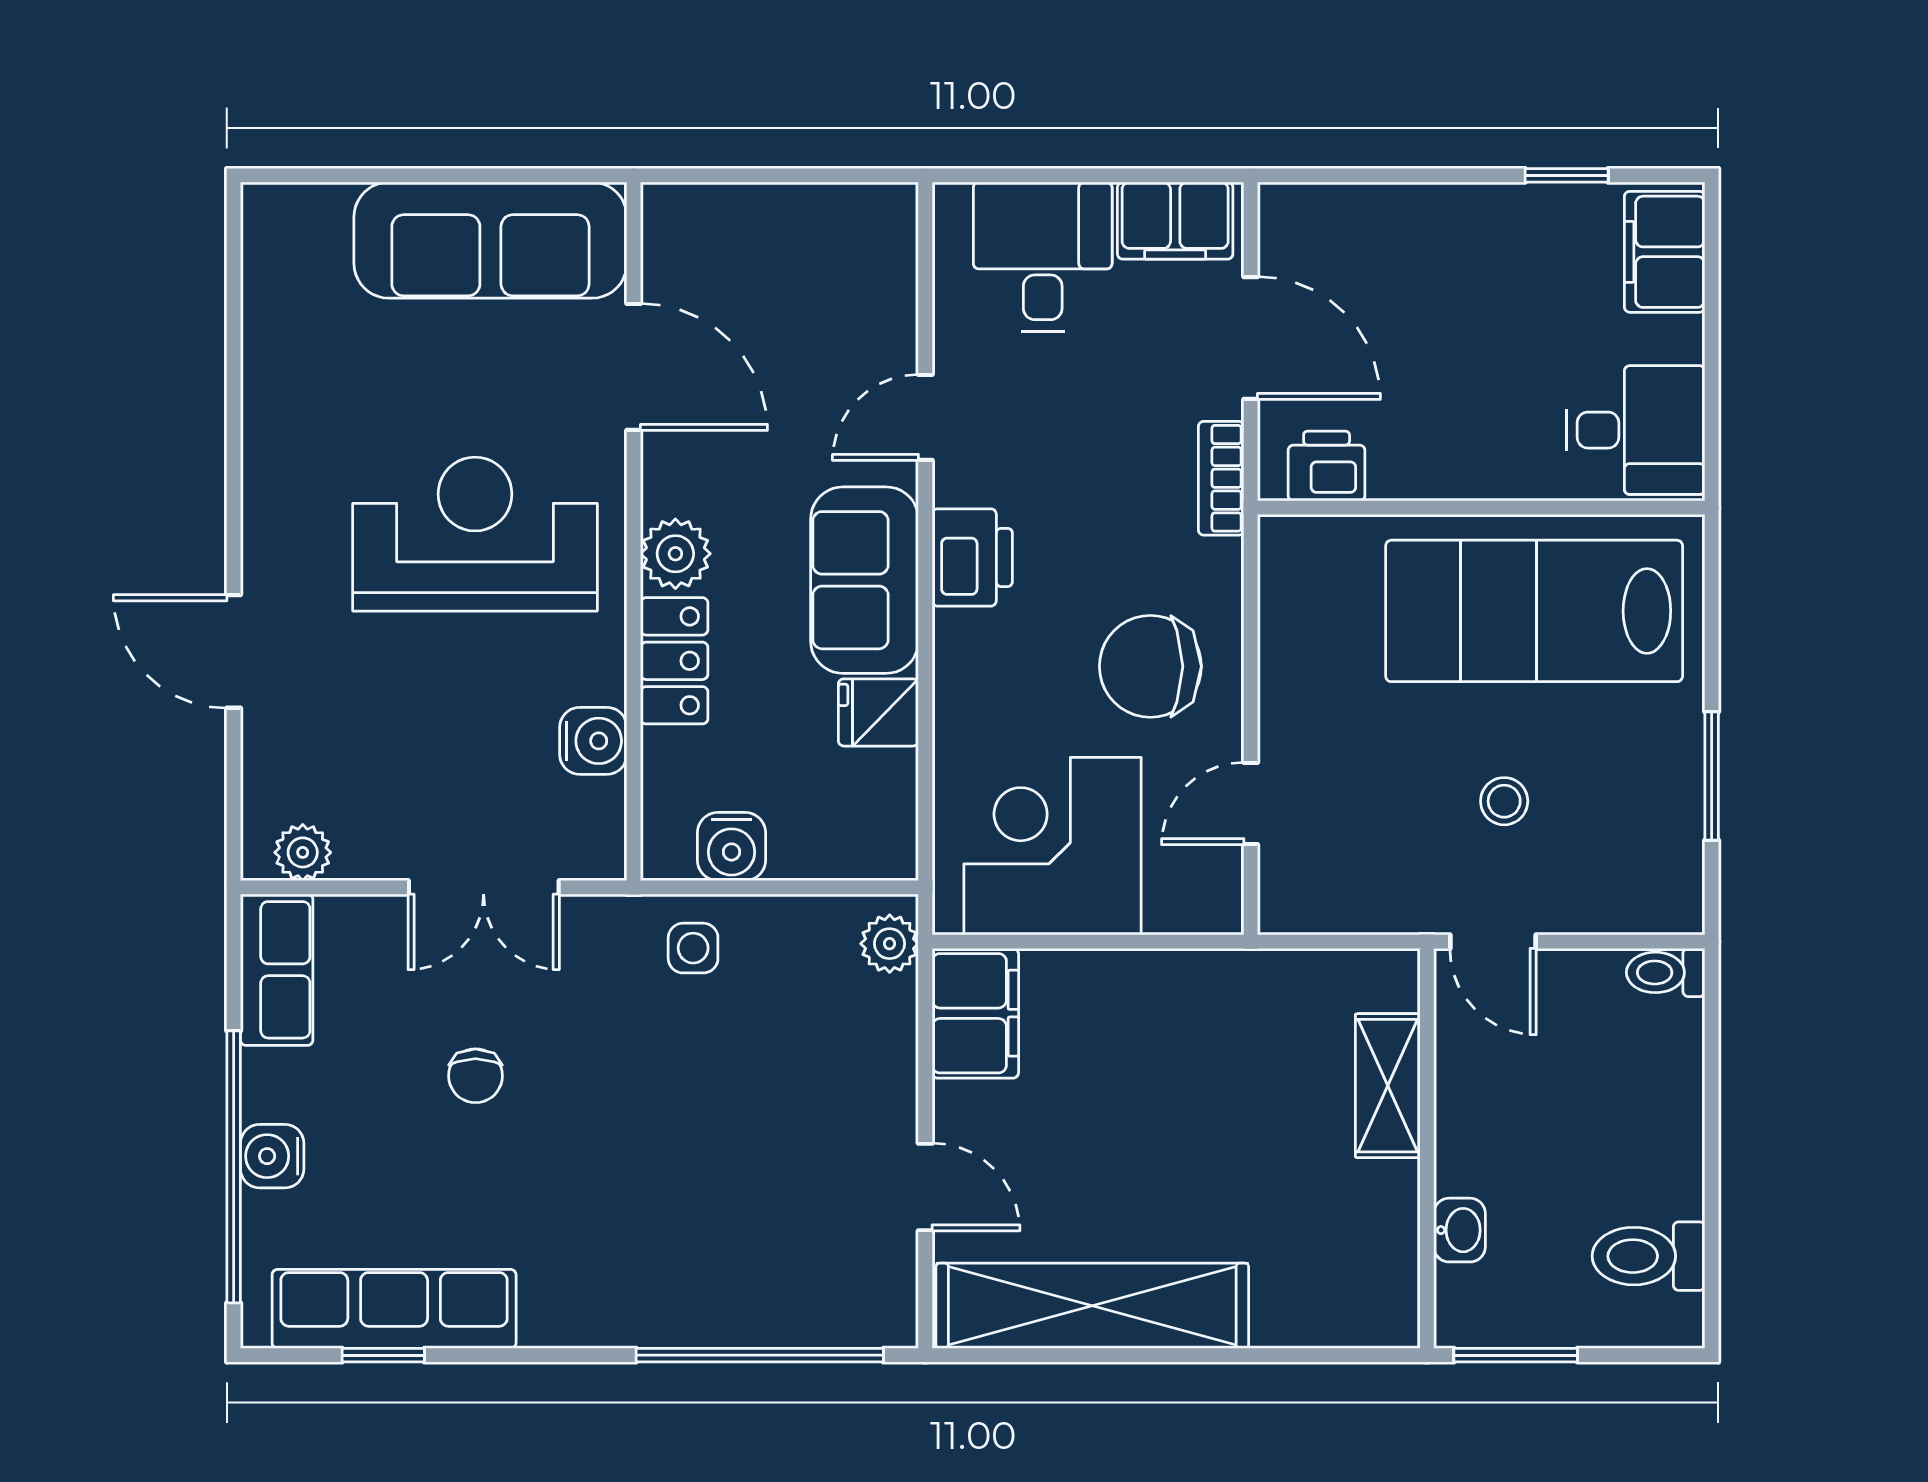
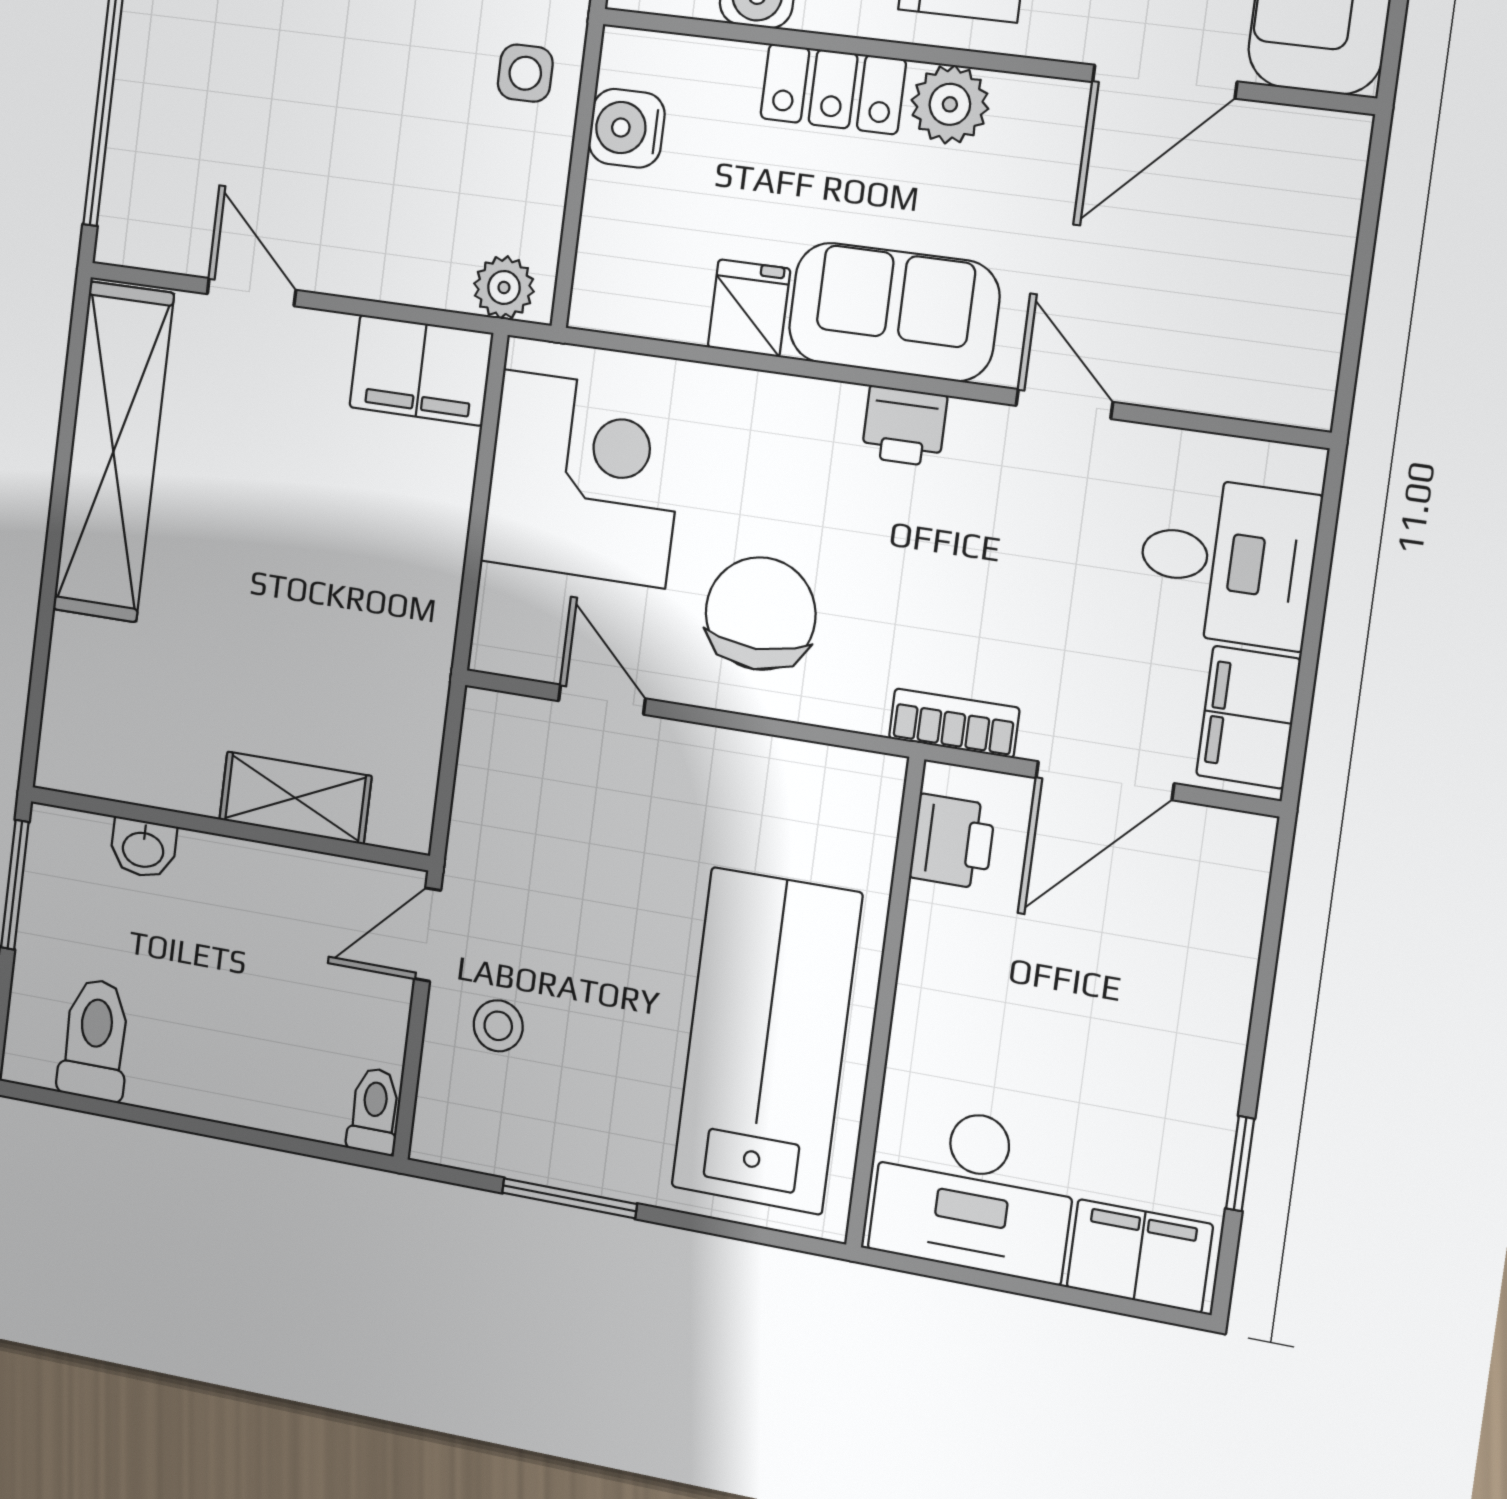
desk: (1635, 430) -> (973, 1192), width x1.37
printer: (972, 557) -> (904, 426), width x0.73, depth x0.81
stool: (1504, 801) -> (498, 1026), moved
door: (925, 1187) -> (251, 292), swing flipped

